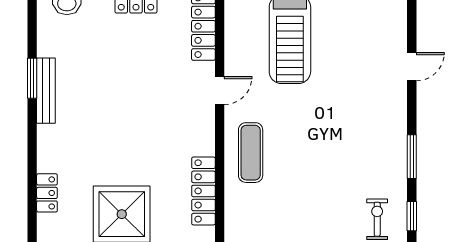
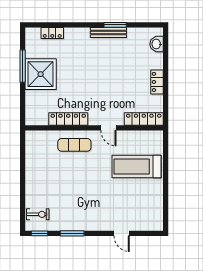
locker: (203, 191) -> (68, 119), moved

